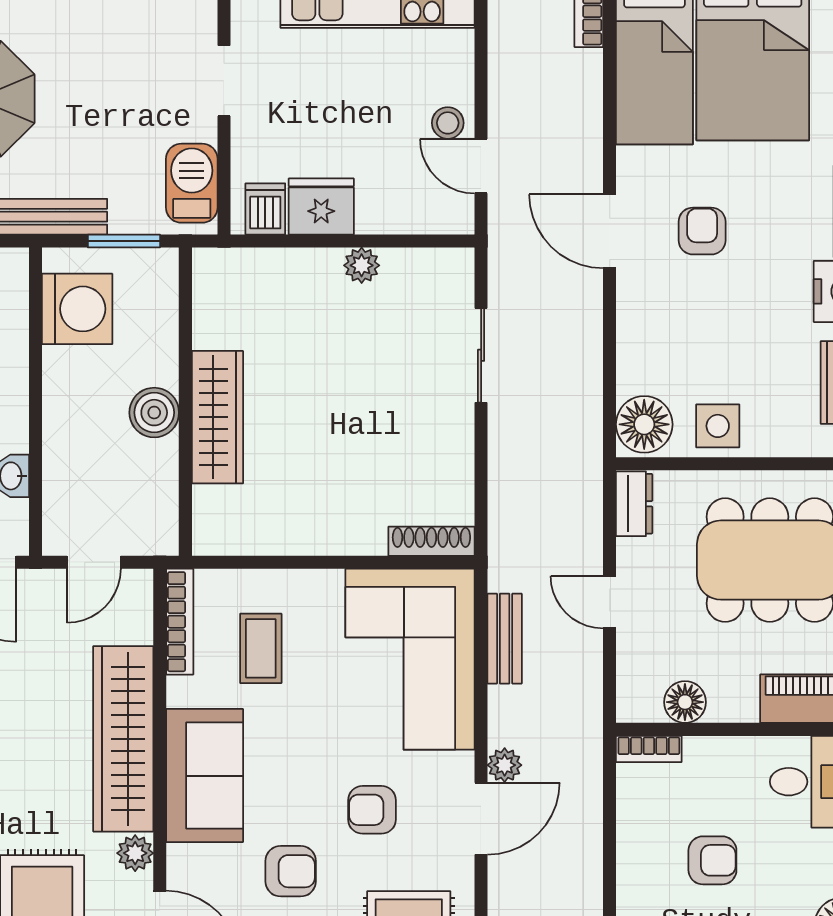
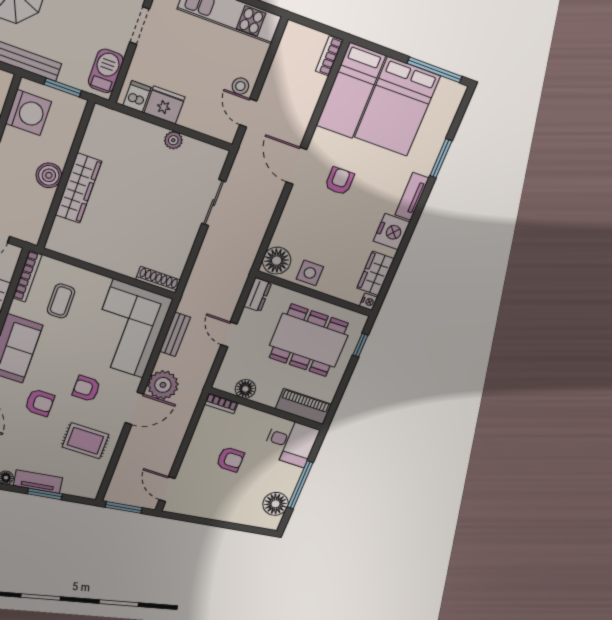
plant: (505, 765) -> (163, 385), width x1.88, depth x1.88

